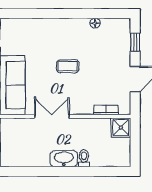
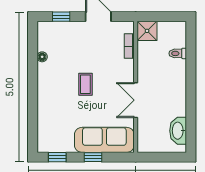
toilet: (84, 158) -> (178, 53), moved
washbasin: (64, 159) -> (178, 131), moved

